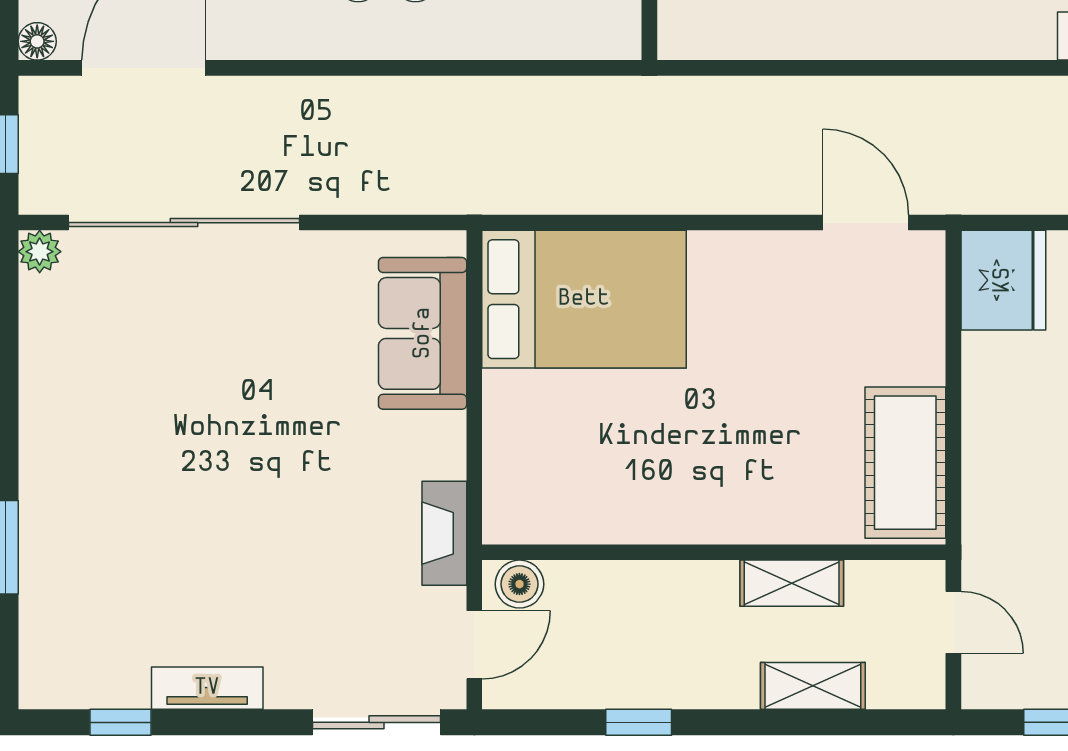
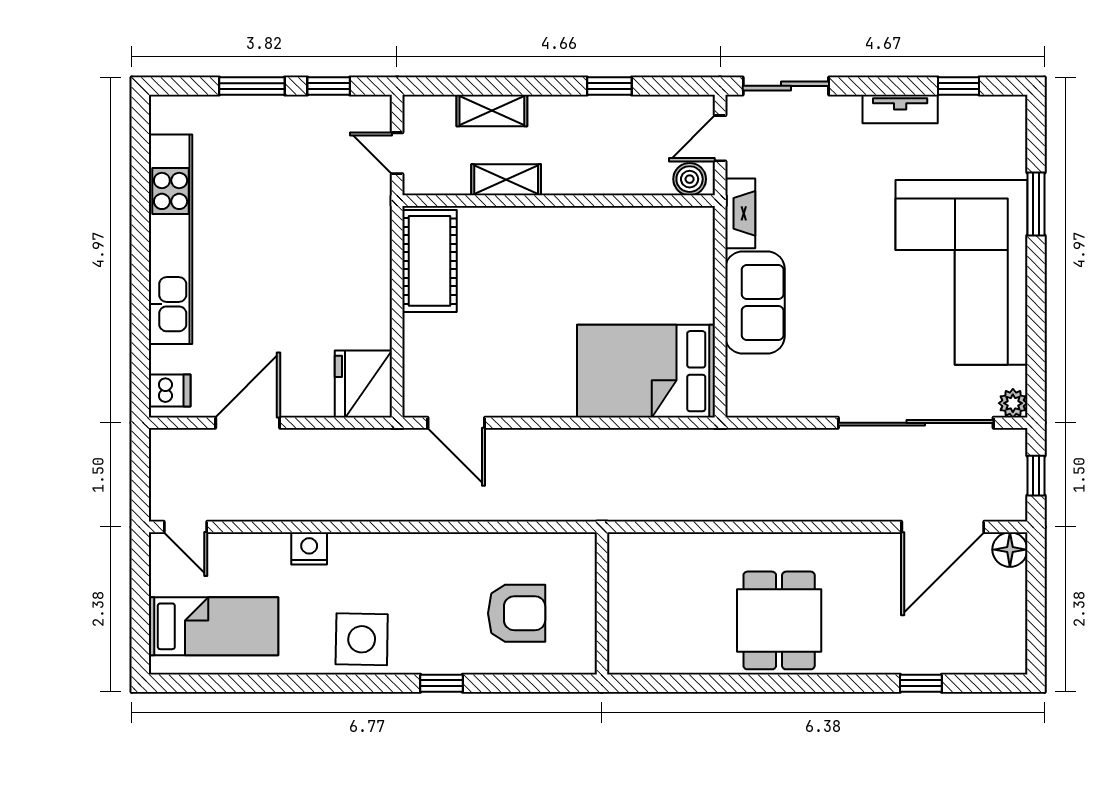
floor lamp: (37, 41) -> (1010, 550), width x1.37, depth x1.37
sofa: (423, 333) -> (755, 302), moved
corner sofa: (116, 446) -> (961, 272), added

